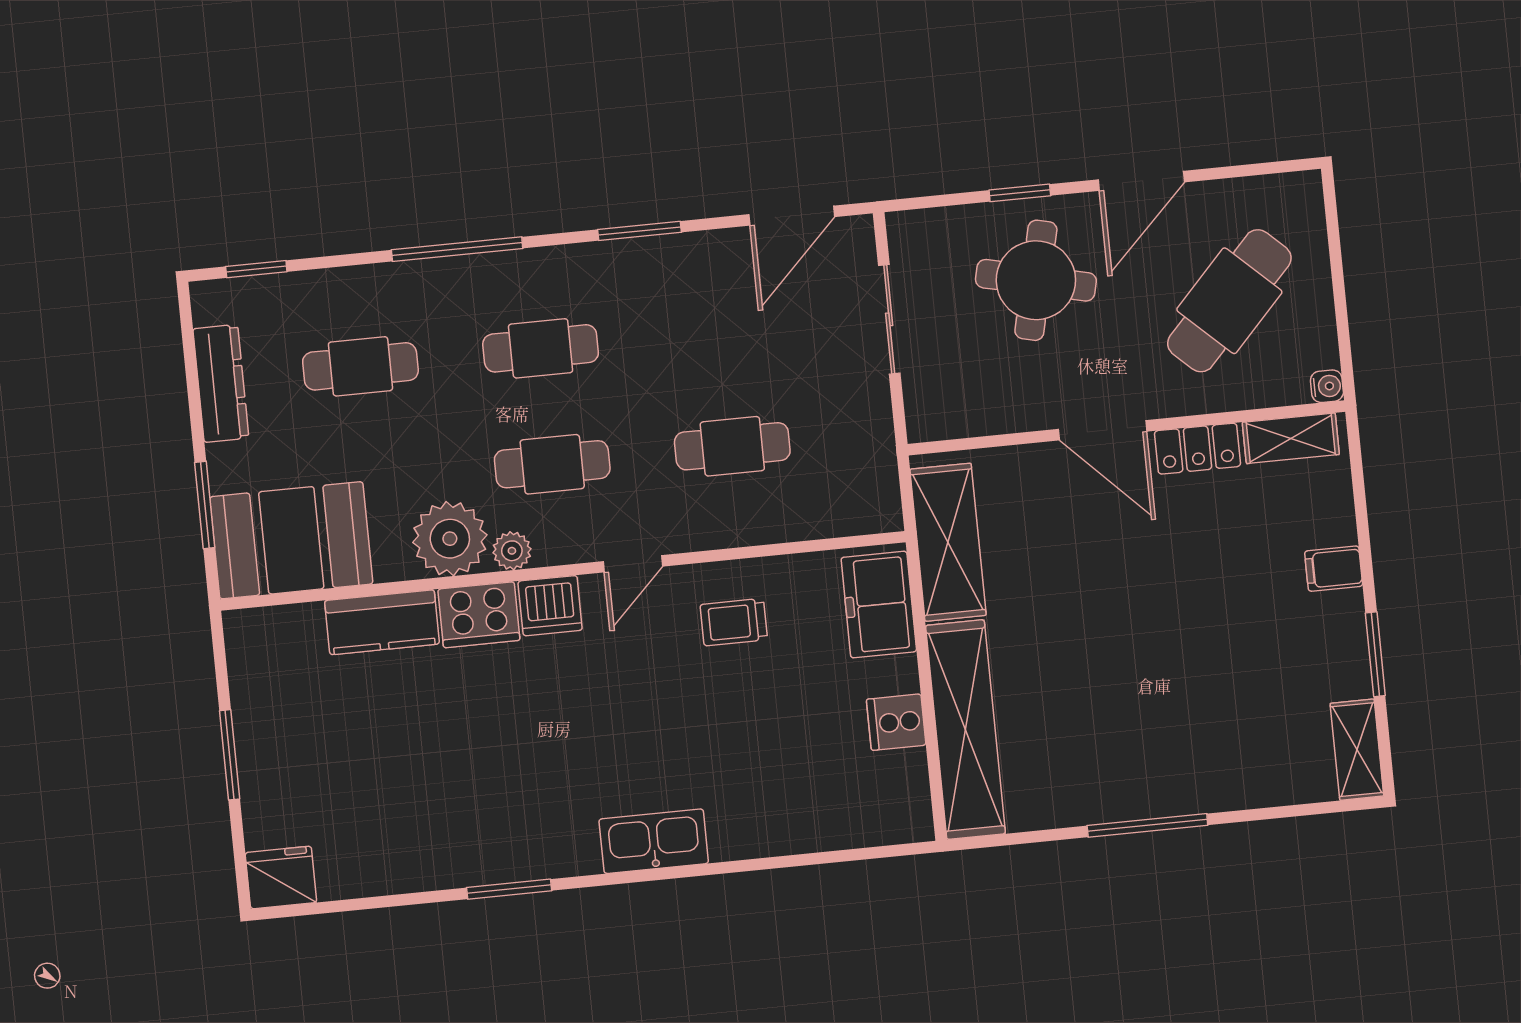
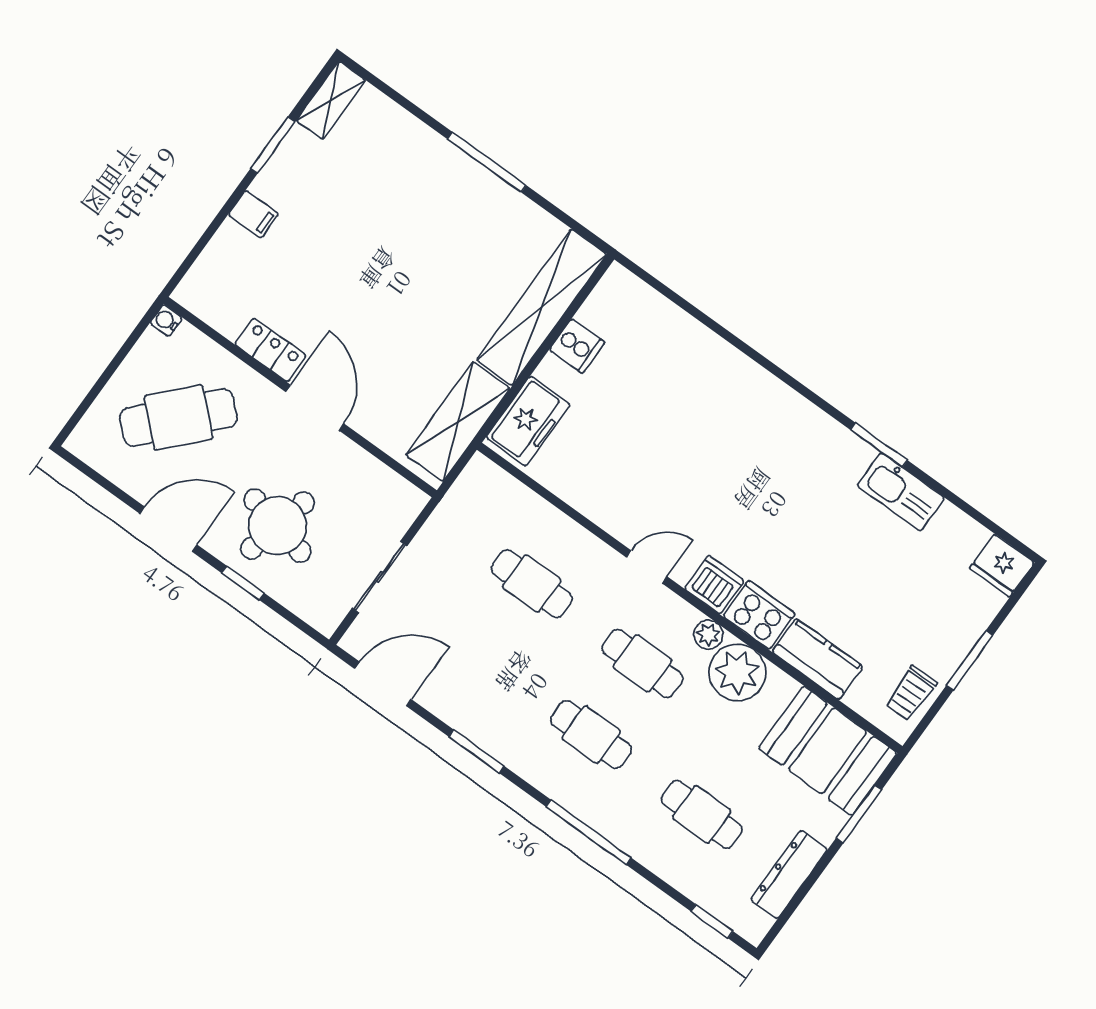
shelving: (1291, 438) -> (213, 309), removed
trolley: (734, 622) -> (911, 693), moved, turned 90
kitchen sink: (654, 841) -> (901, 492), moved

